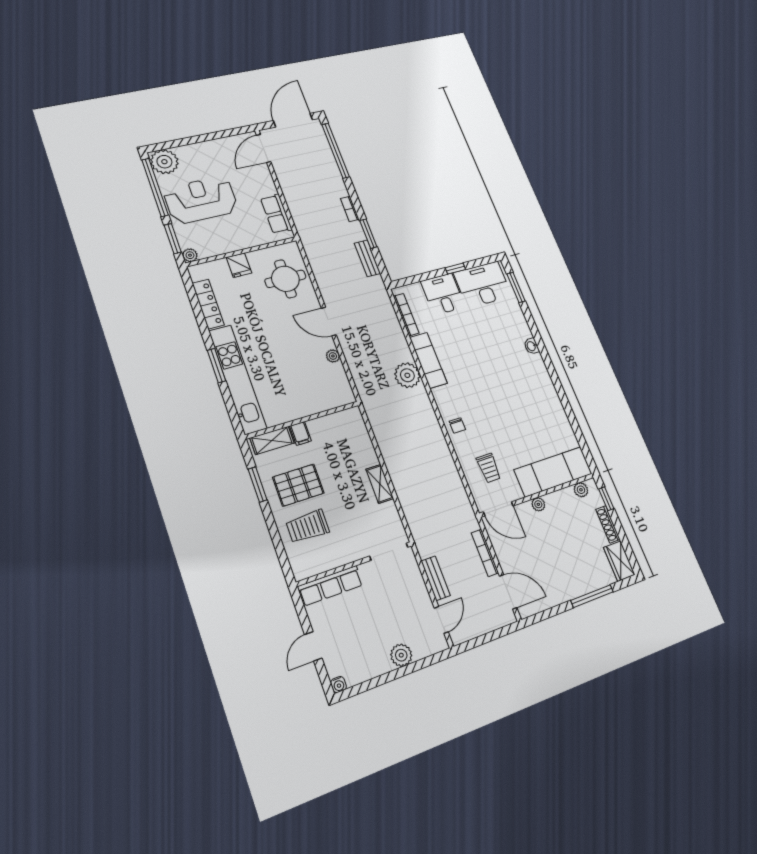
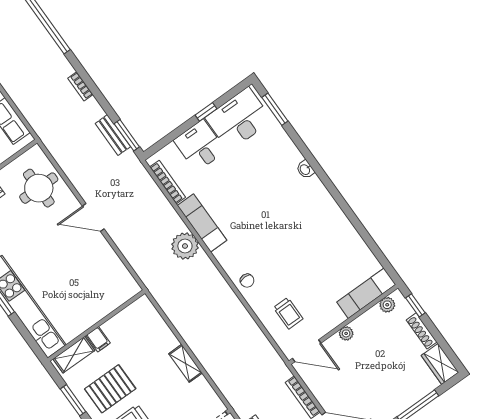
window: (368, 234) -> (127, 135), moved
plant: (333, 356) -> (107, 252), removed
exam couch: (553, 472) -> (366, 293), width x0.73, depth x0.69

